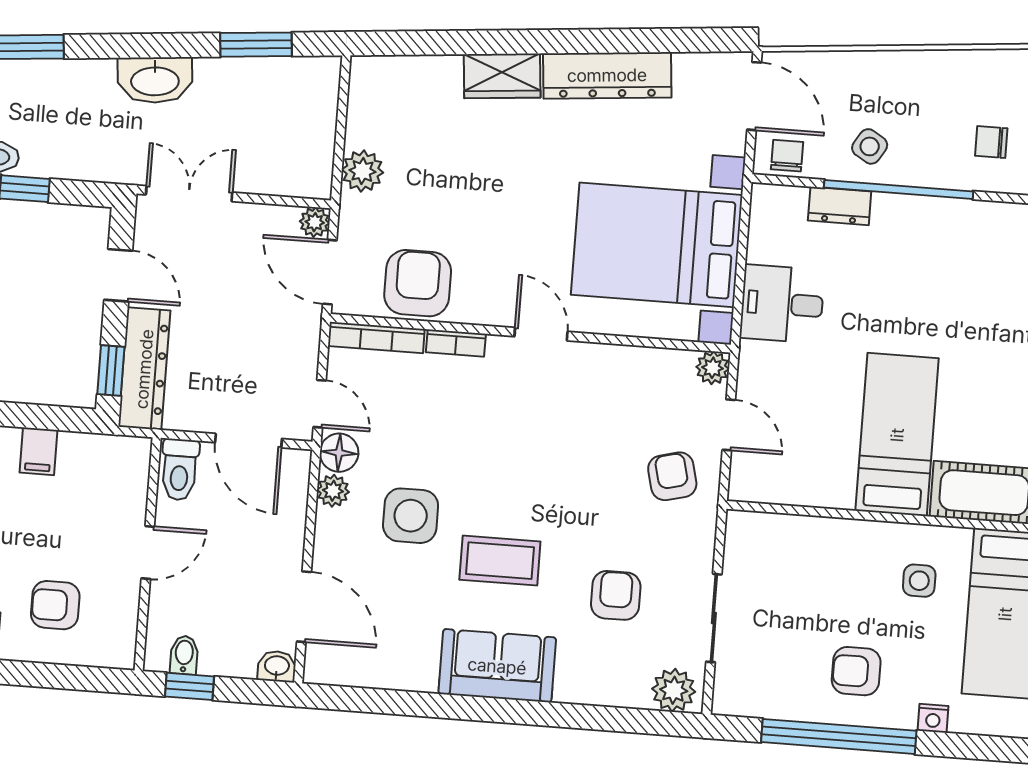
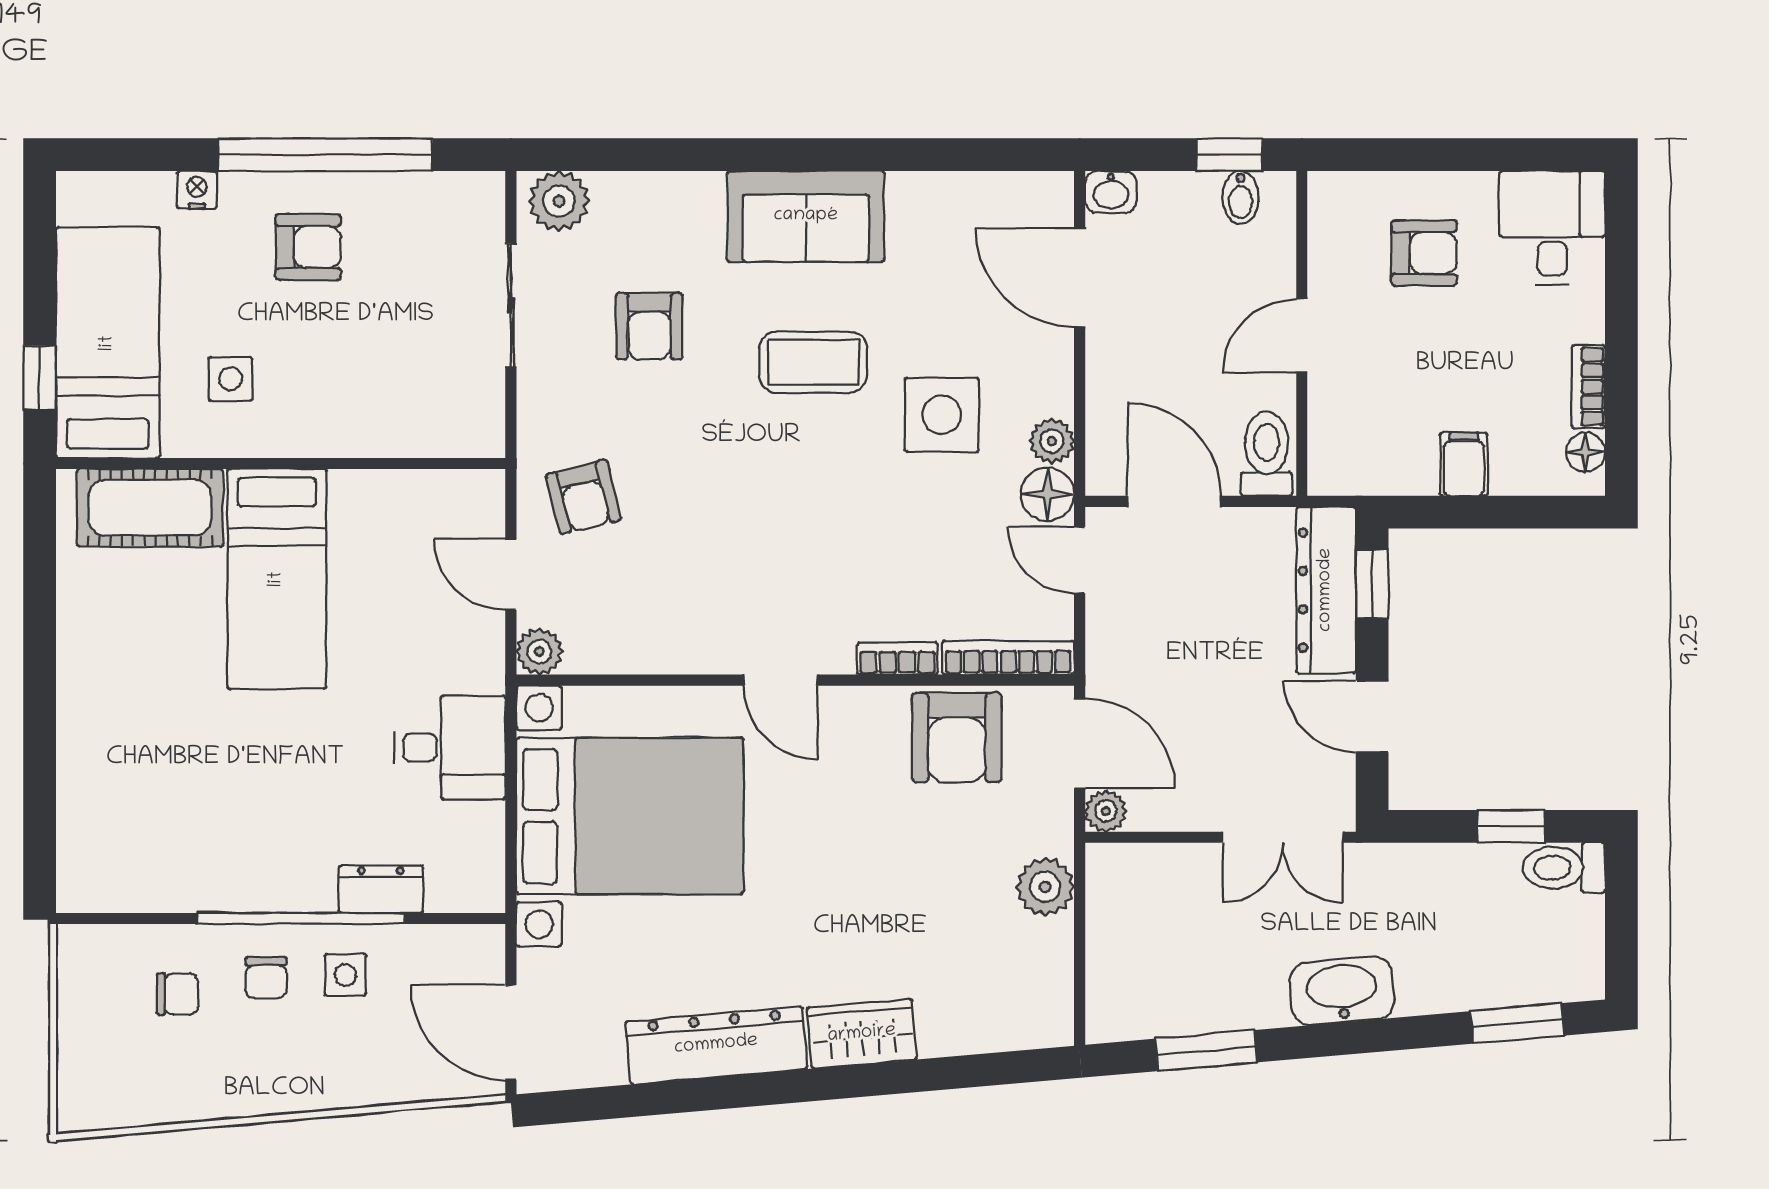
side table: (870, 146) -> (345, 975), turned -31
chair: (787, 156) -> (266, 978), moved

